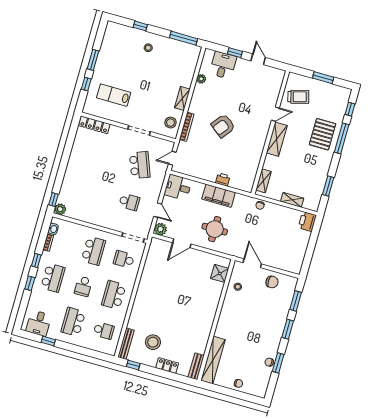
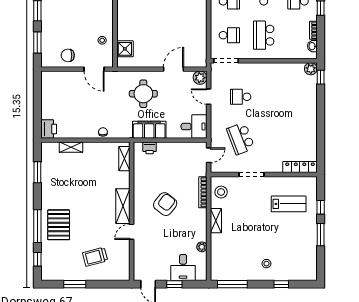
door: (275, 114) -> (132, 232), moved
wall: (270, 132) -> (132, 211), moved
shelving: (277, 139) -> (123, 206), moved
shelving: (263, 181) -> (124, 159), moved

